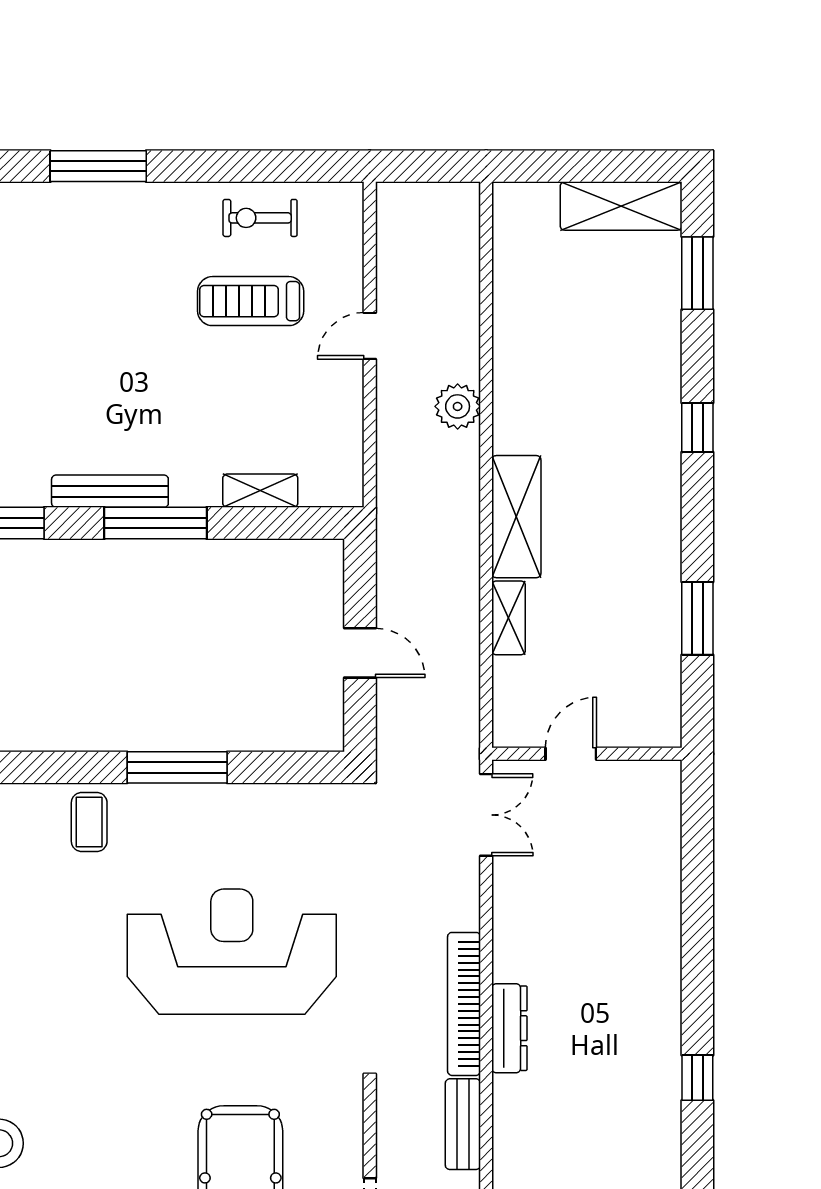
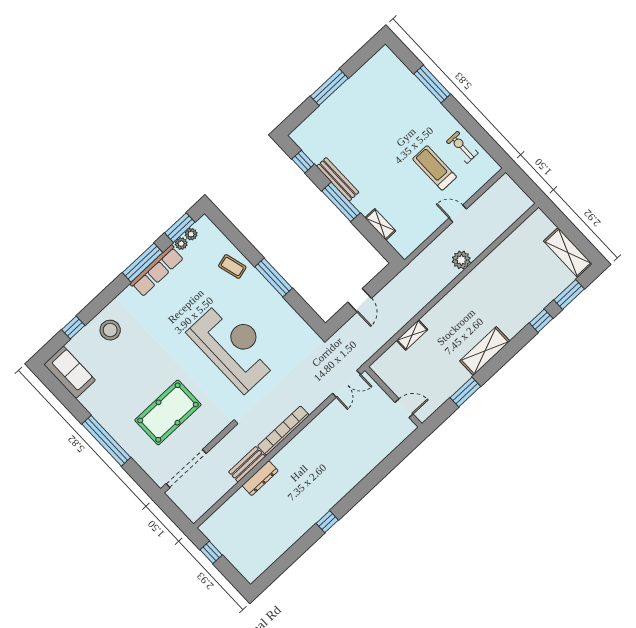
window: (697, 428) -> (541, 321), moved
shelving: (516, 517) -> (485, 351), moved
door: (571, 754) -> (404, 408), moved
coffee table: (89, 822) -> (232, 266), turned 75
dresser: (509, 1028) -> (260, 478), moved

